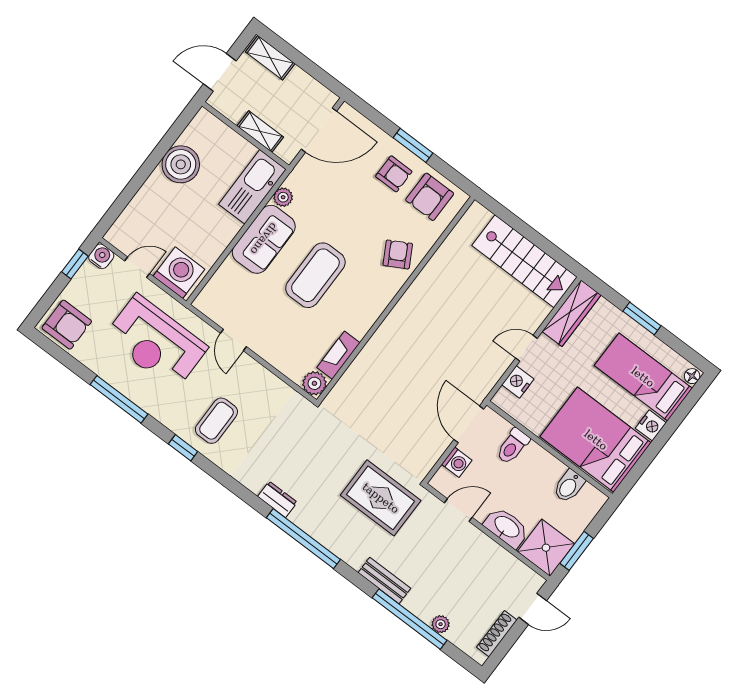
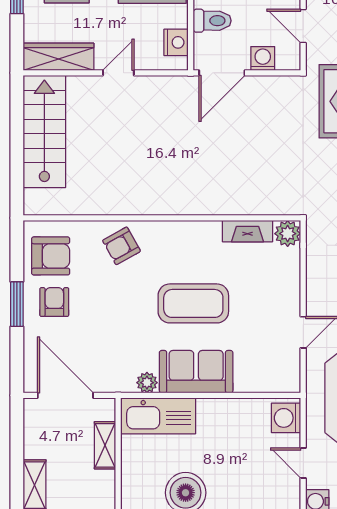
washing machine: (179, 273) -> (286, 418), width x0.73, depth x0.73
door: (526, 348) -> (118, 73), swing flipped
nightstand: (518, 382) -> (176, 42), moved, turned -90

